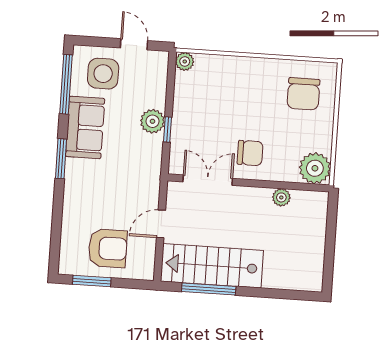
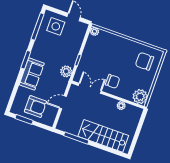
chair: (303, 94) -> (144, 61), turned 90
plant: (152, 121) -> (66, 71), moved
sofa: (85, 127) -> (32, 74), moved
stairs: (212, 266) -> (103, 136), moved

